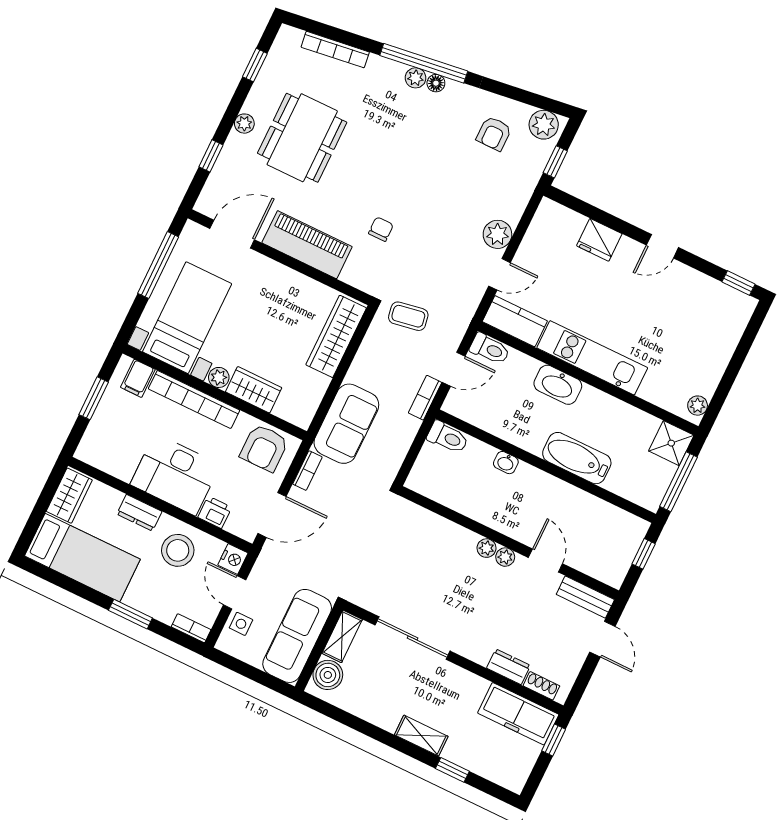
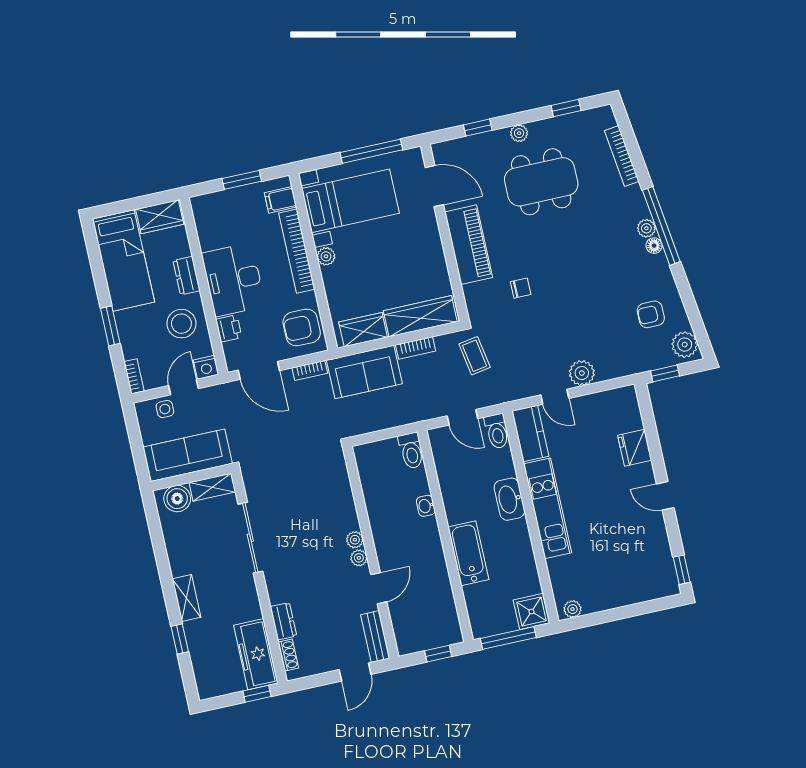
wardrobe: (254, 390) -> (363, 330), moved, turned -90
bookcase: (425, 398) -> (416, 348), moved, turned 180

